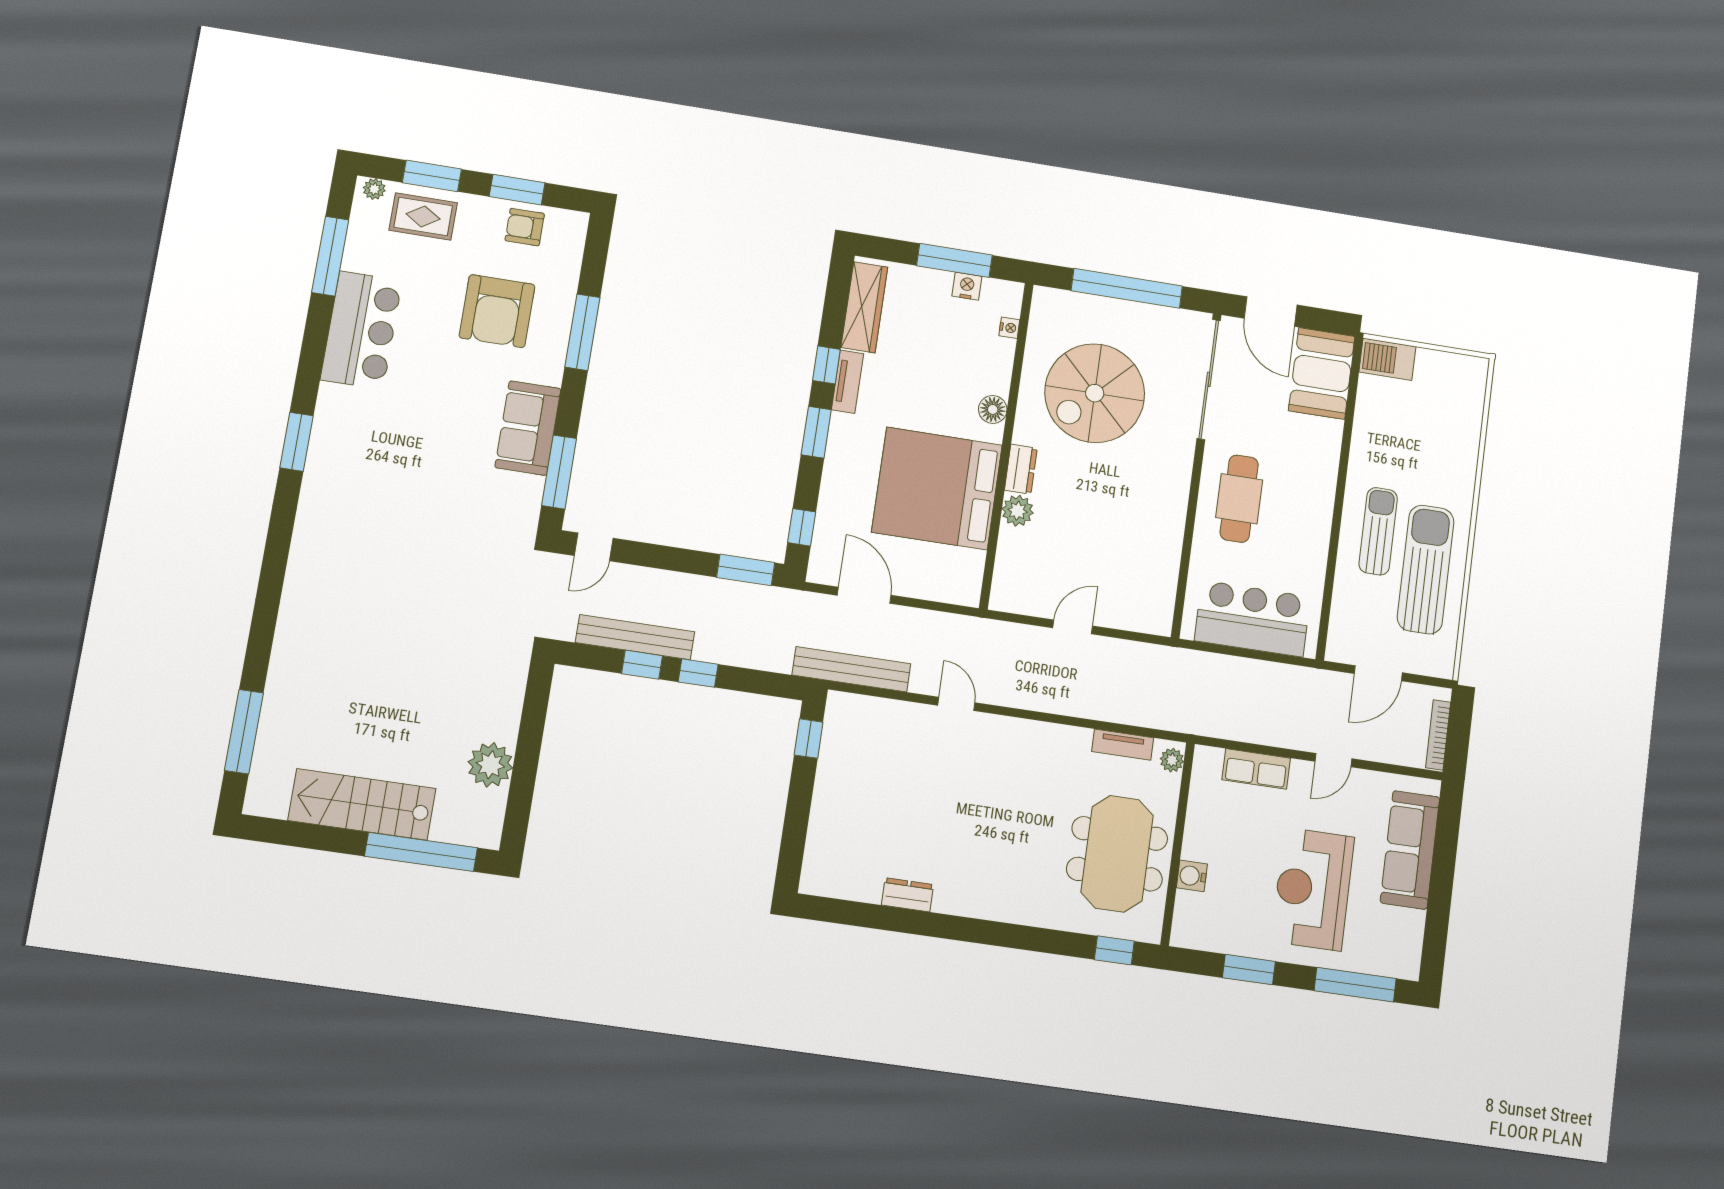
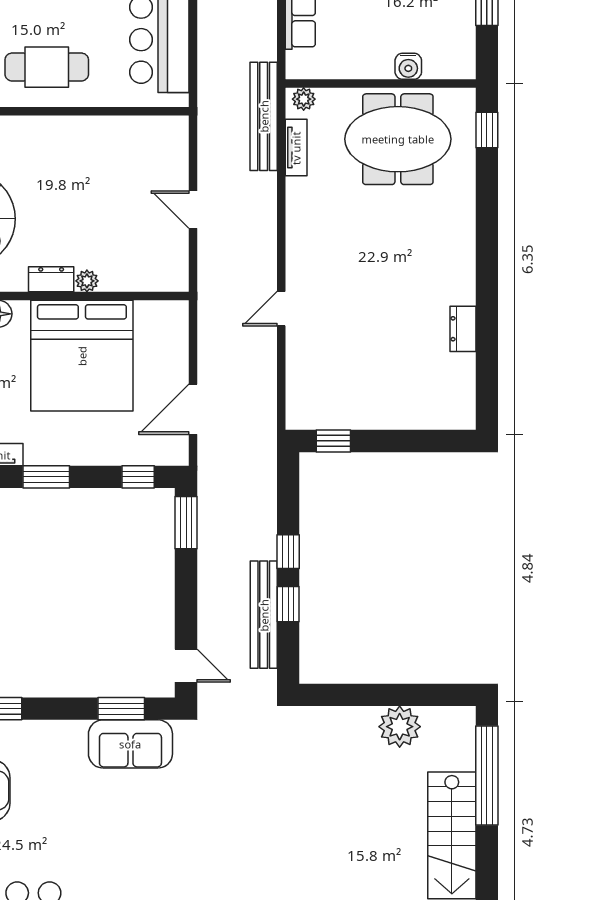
sofa: (528, 428) -> (130, 744), moved
window: (559, 472) -> (121, 709), width x0.69
plant: (1018, 511) -> (87, 281), width x0.73, depth x0.73
bench: (851, 669) -> (264, 116), moved

